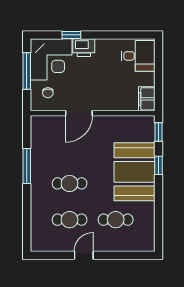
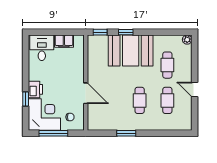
filing cabinet: (147, 99) -> (64, 41), moved
window: (27, 166) -> (126, 133), width x0.69
plant: (149, 245) -> (187, 40), added

